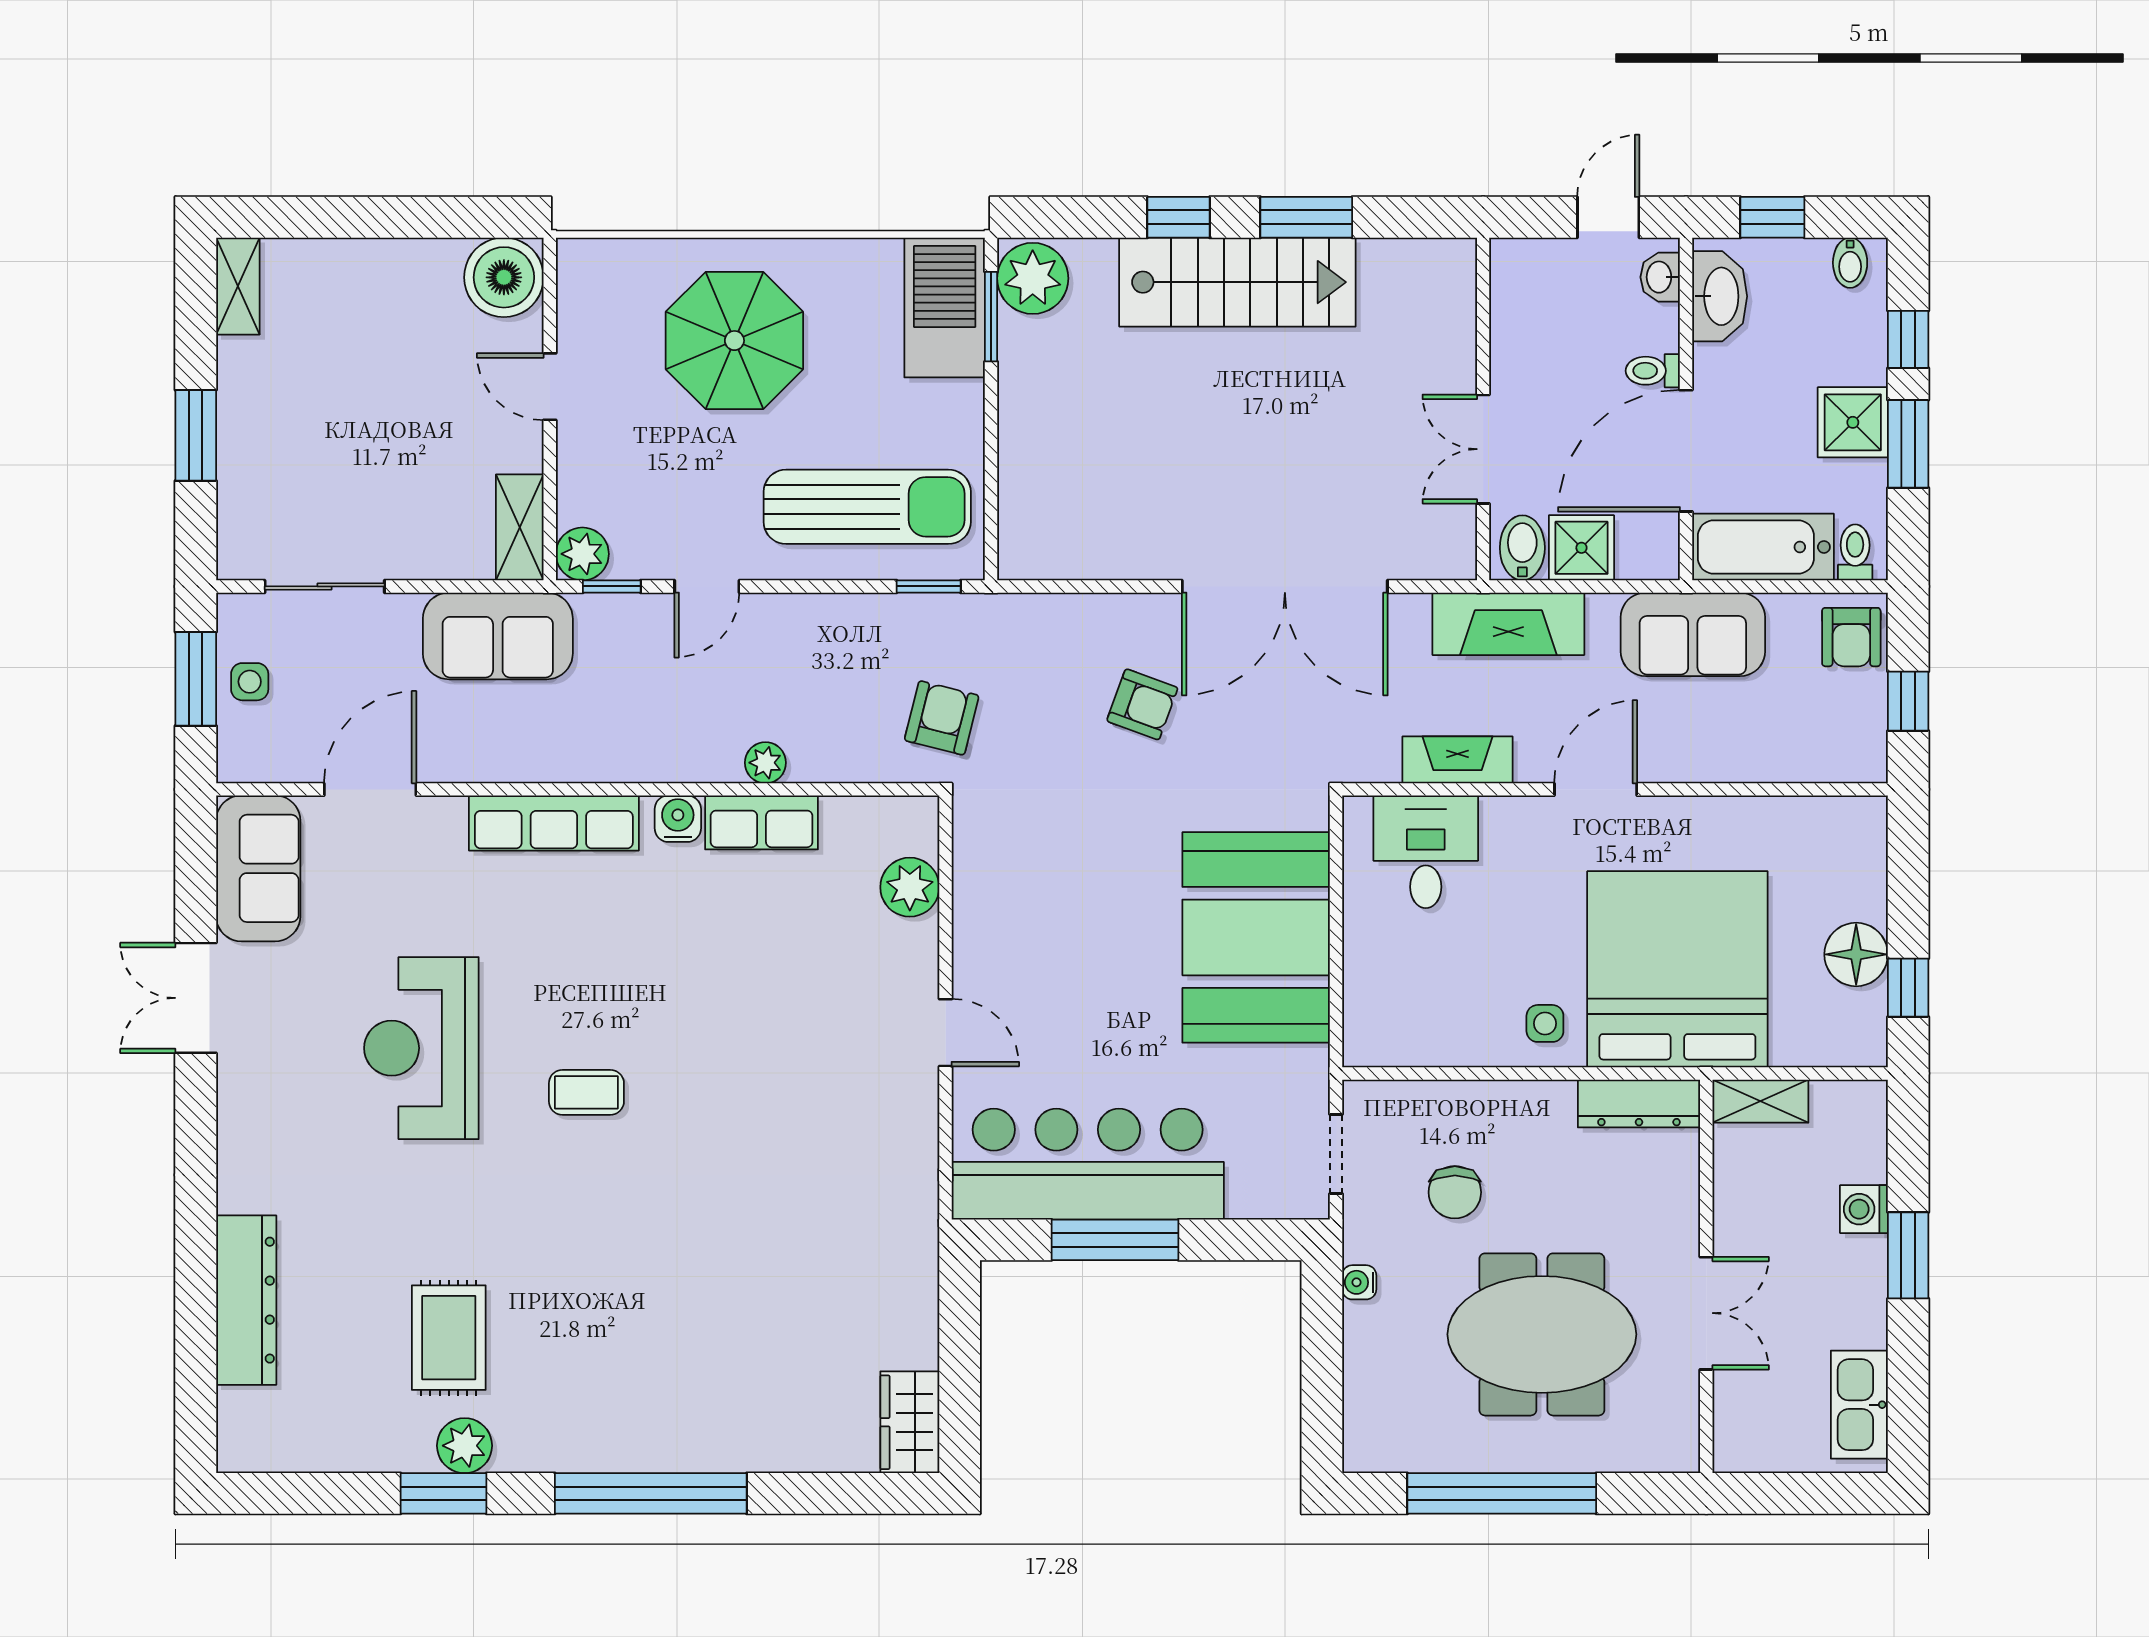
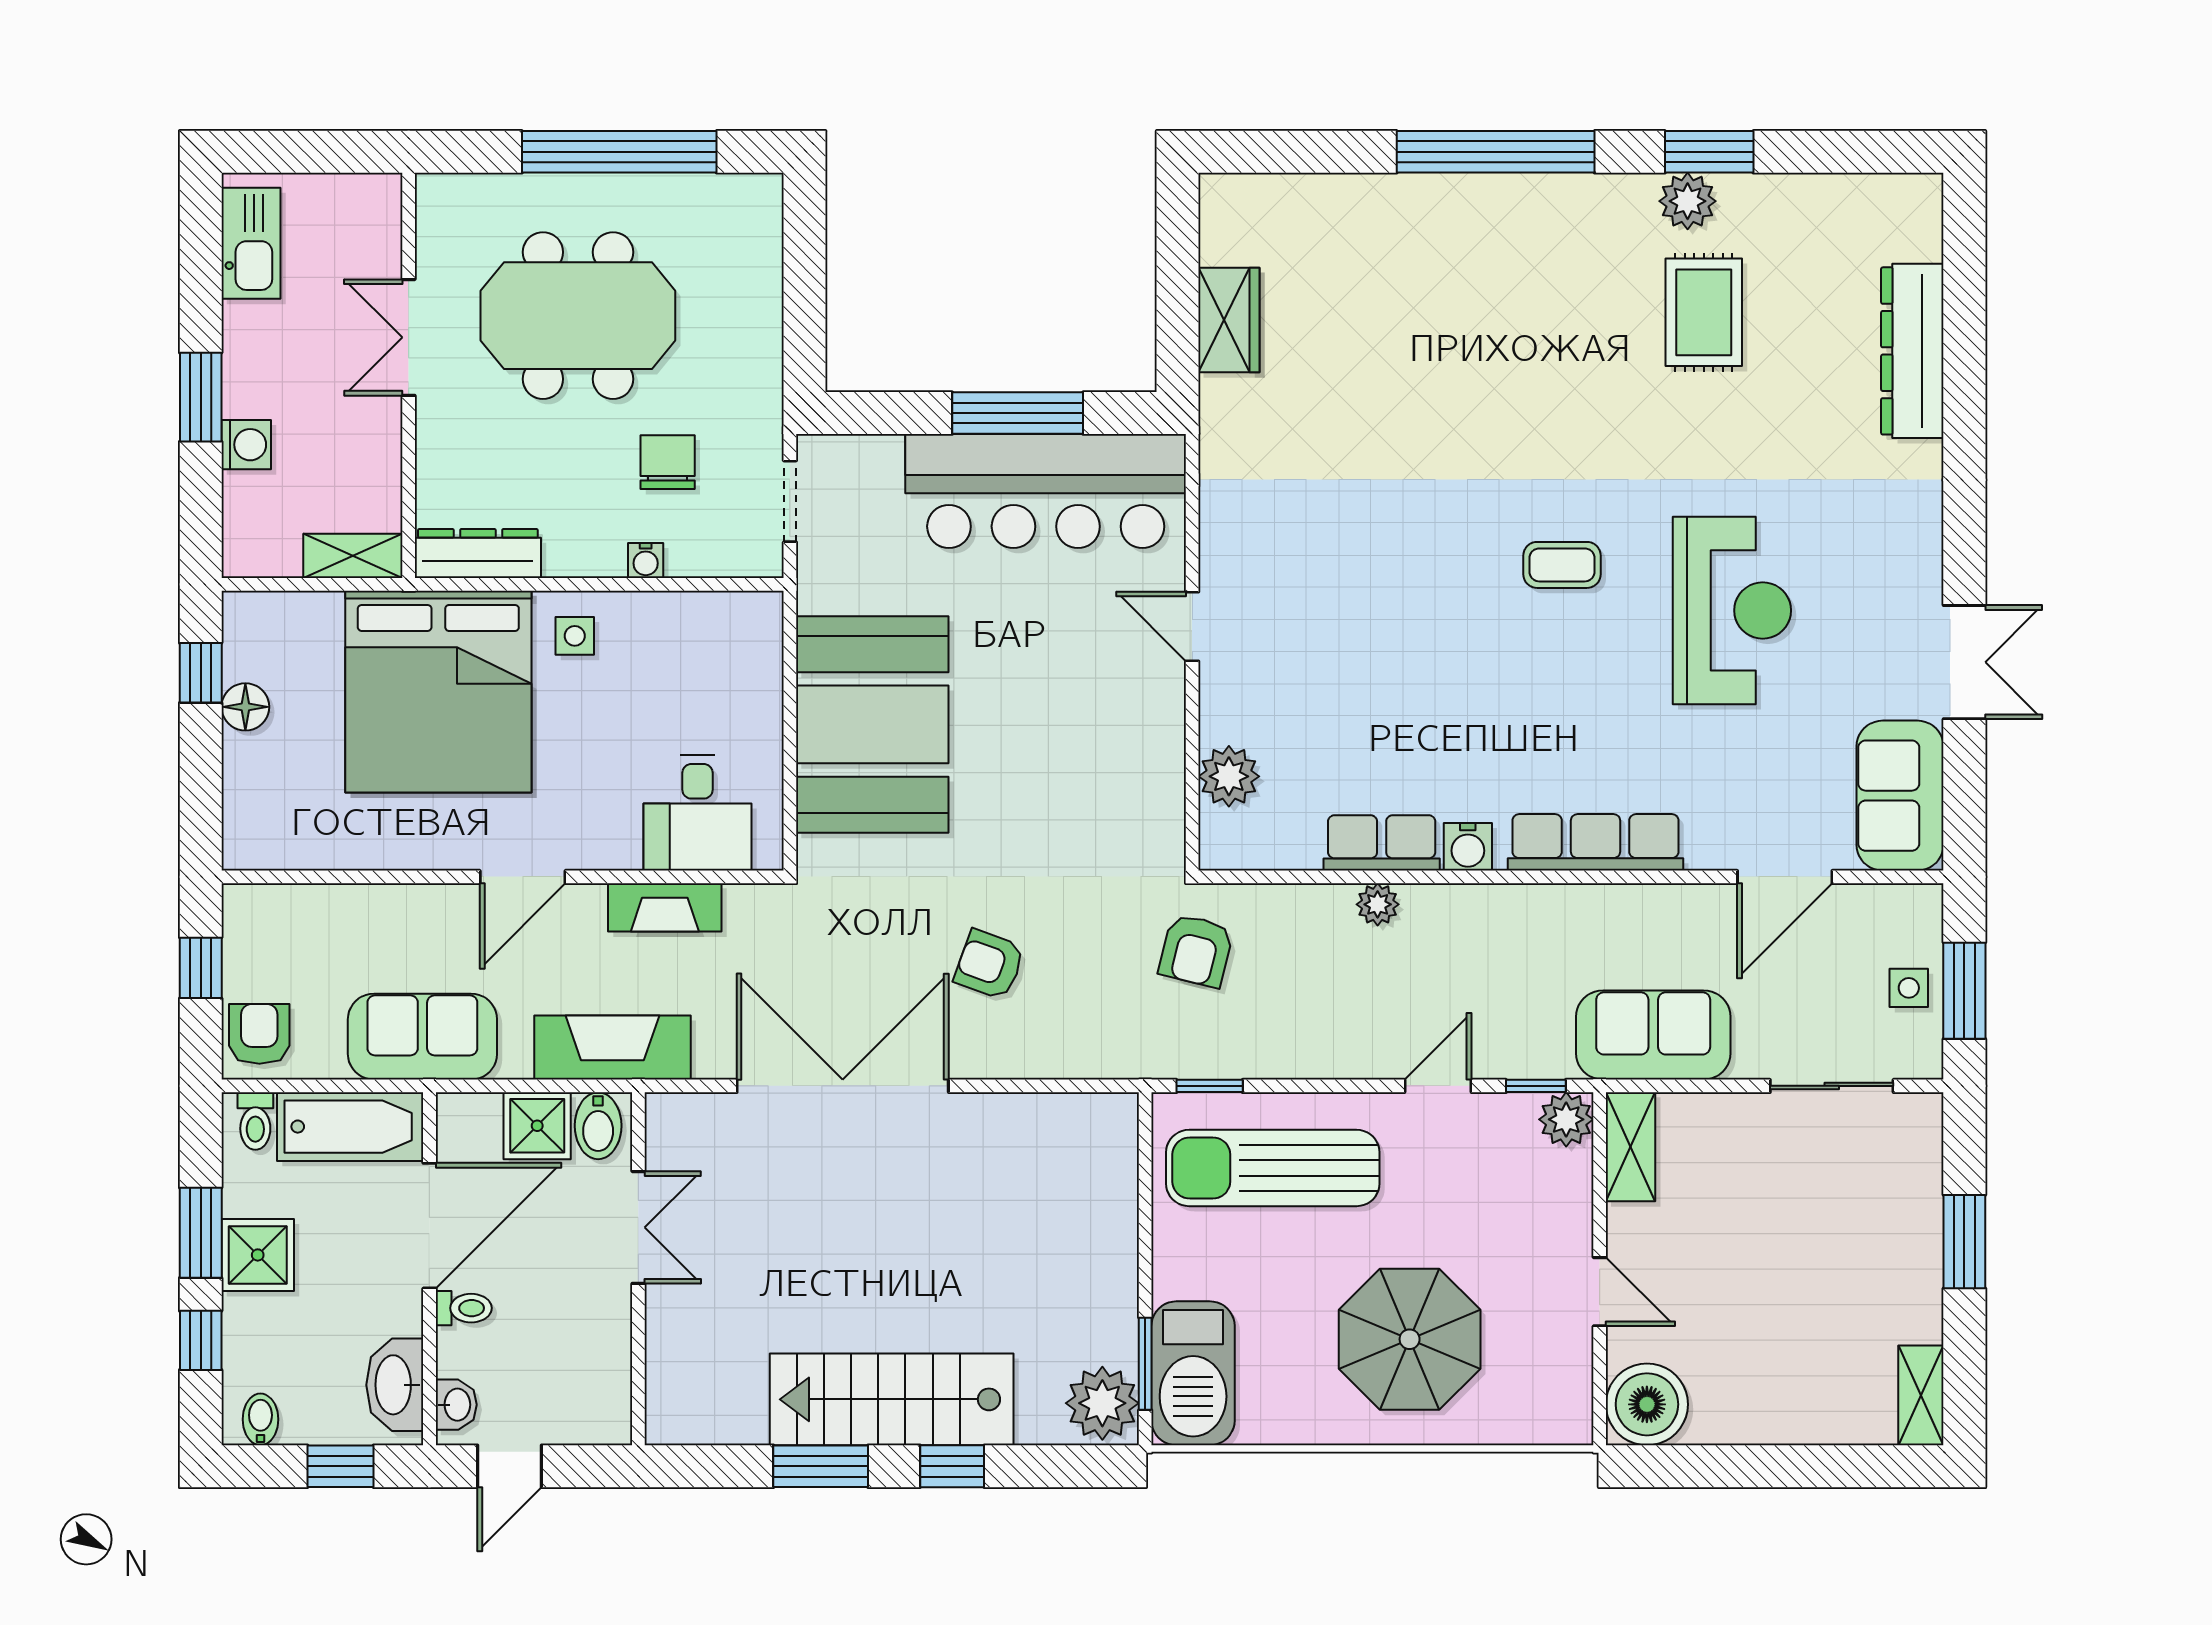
floor lamp: (1856, 954) -> (245, 707), width x0.73, depth x0.73
water cooler: (1359, 1282) -> (646, 561), moved, turned 90
wardrobe: (910, 1422) -> (1229, 320), moved

